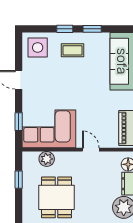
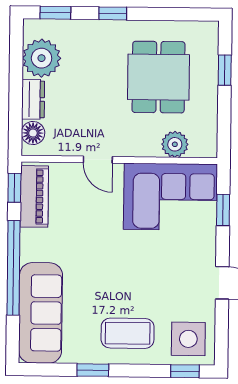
window: (65, 29) -> (185, 371), moved
coffee table: (72, 50) -> (128, 333), width x1.36, depth x1.30
window: (19, 180) -> (225, 70), moved

